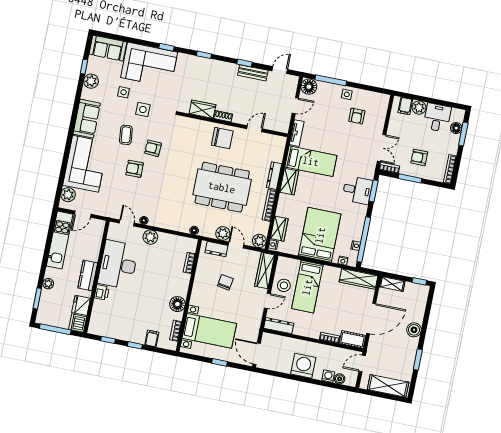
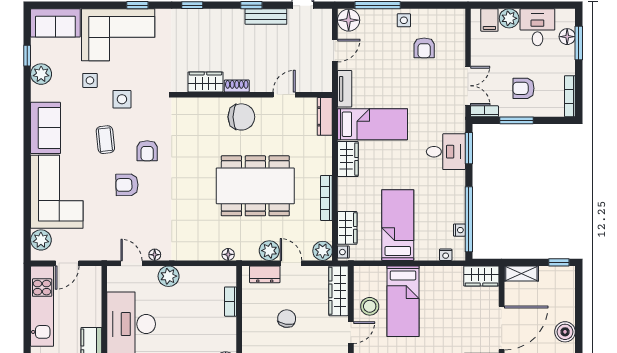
armchair: (153, 148) -> (147, 151), turned -93
dresser: (274, 176) -> (325, 116), moved
bed: (320, 235) -> (398, 225), width x0.67
wardrobe: (358, 279) -> (481, 276), width x0.67

